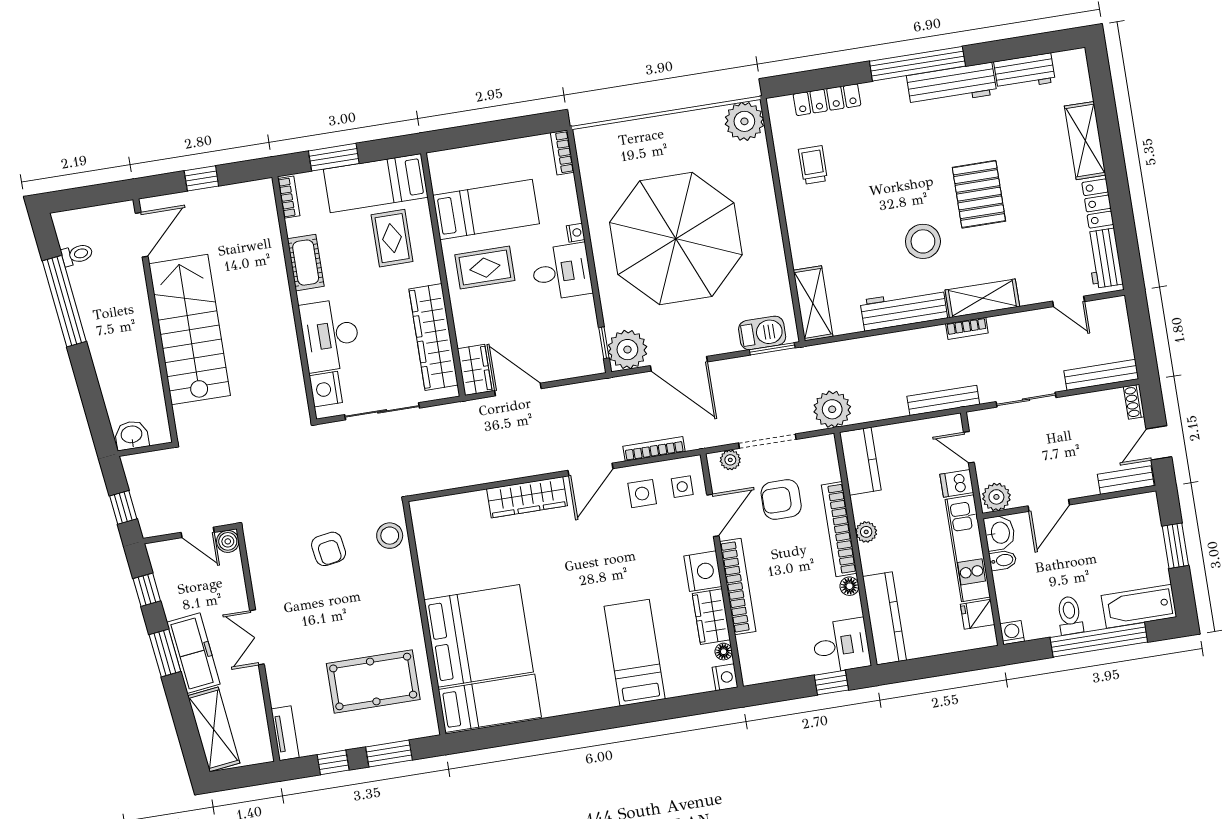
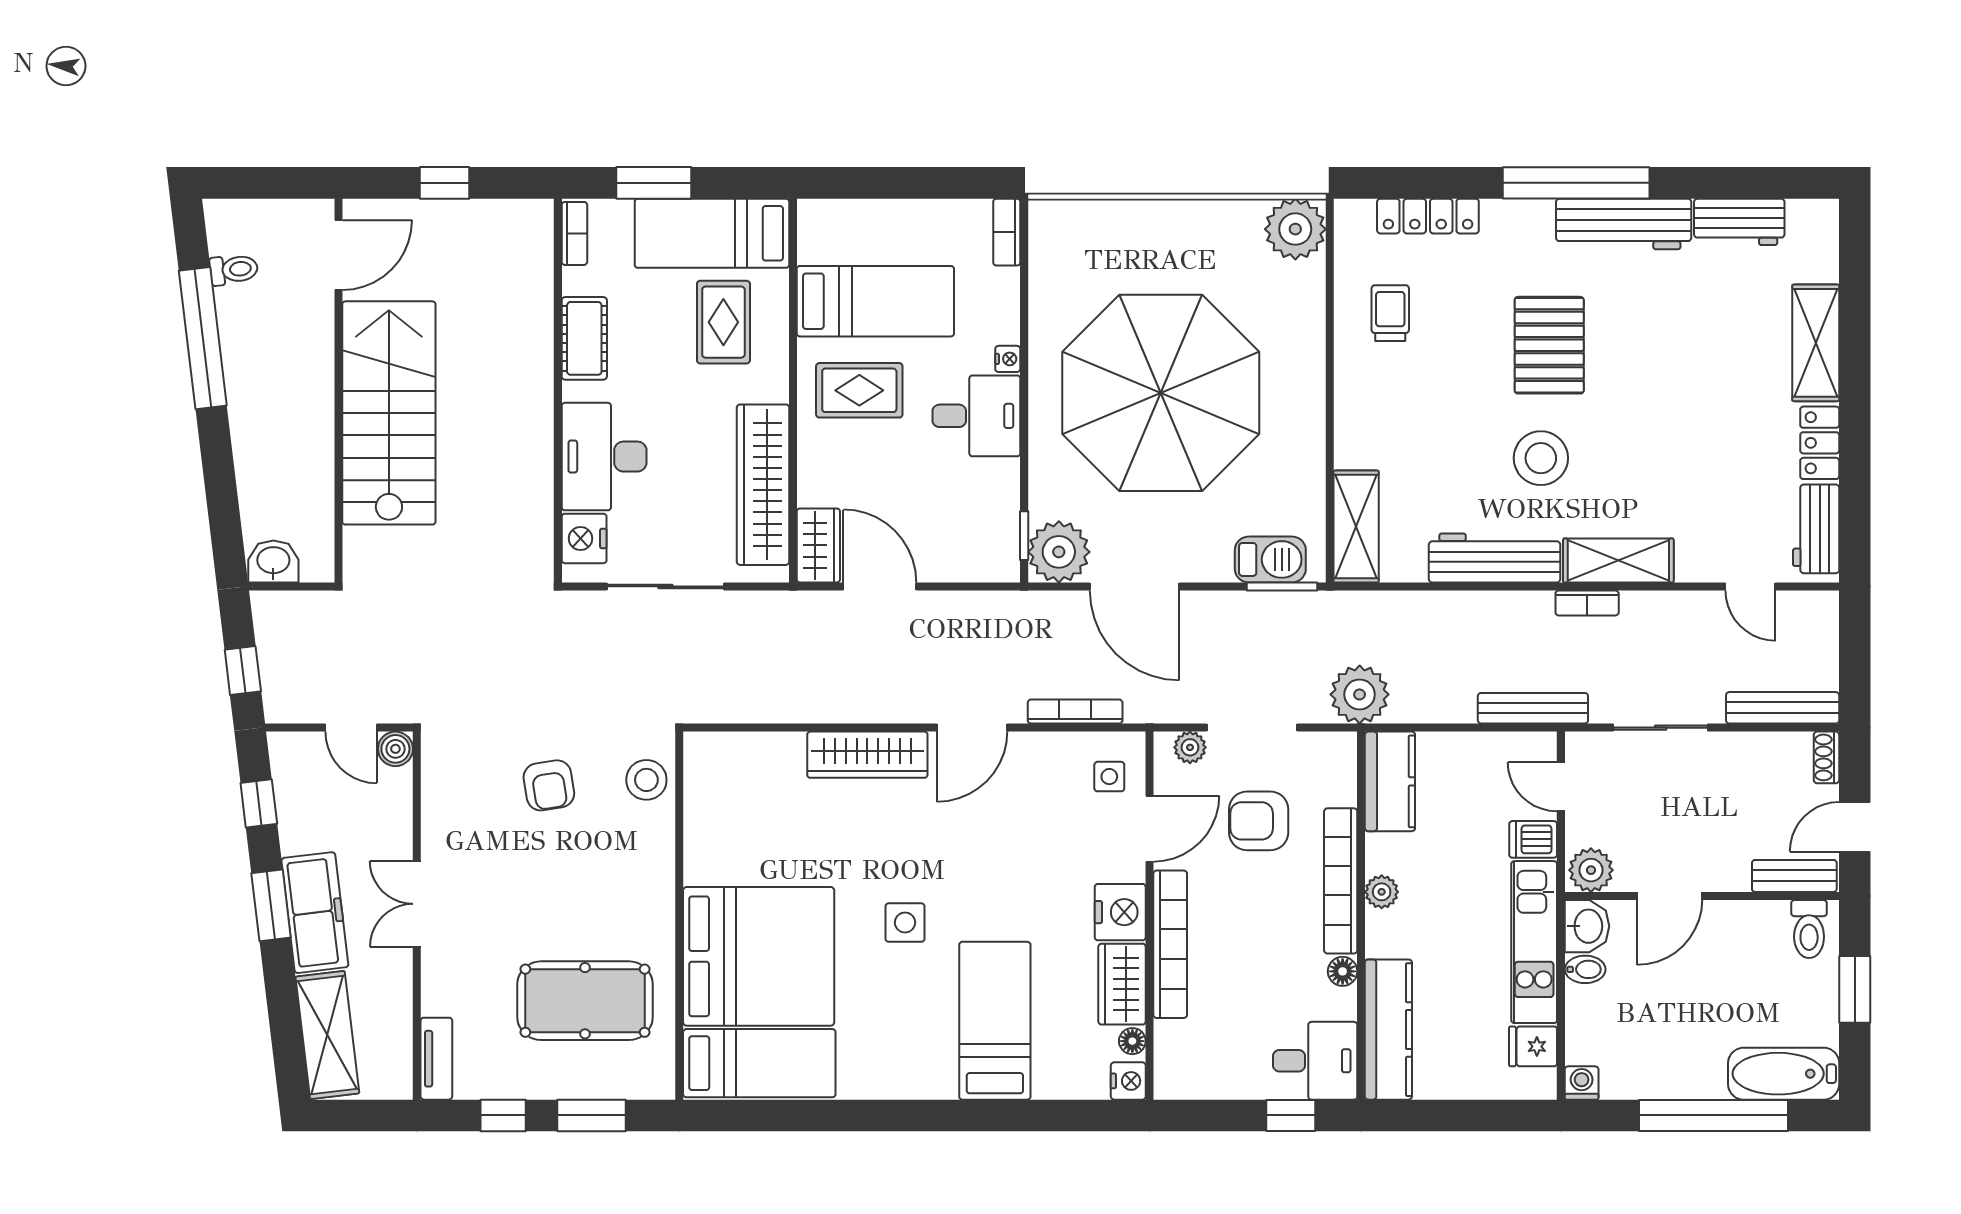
pallet: (979, 194) -> (1549, 345), moved
side table: (642, 494) -> (905, 923), moved
toilet: (1070, 615) -> (1809, 929), moved, turned 180

